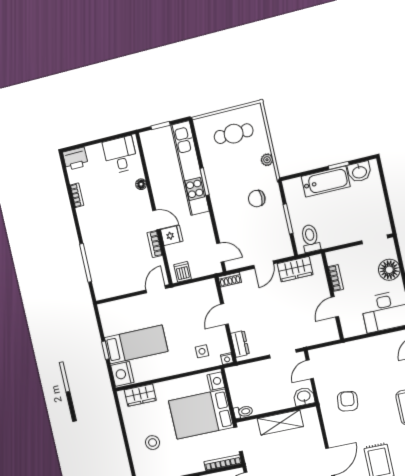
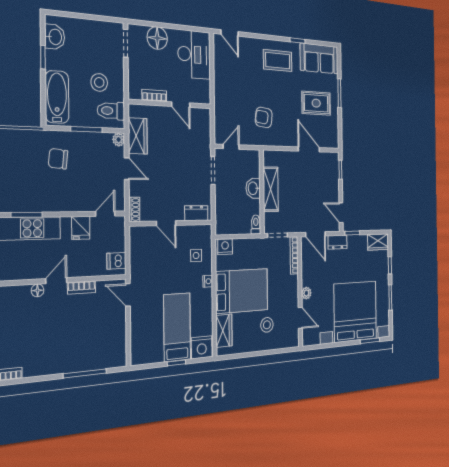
plant: (267, 160) -> (119, 140), moved
bathtub: (326, 182) -> (57, 97), moved
floor lamp: (141, 184) -> (38, 290), moved
chair: (257, 199) -> (58, 159), turned 96
stool: (332, 222) -> (99, 82), added
fridge: (172, 235) -> (81, 228), moved, turned 180
nightstand: (227, 359) -> (208, 281), moved
door: (310, 369) -> (231, 147), swing flipped
washbasin: (304, 397) -> (253, 188), moved
bed: (201, 414) -> (242, 291), moved, turned -90

